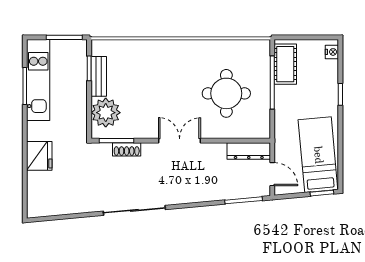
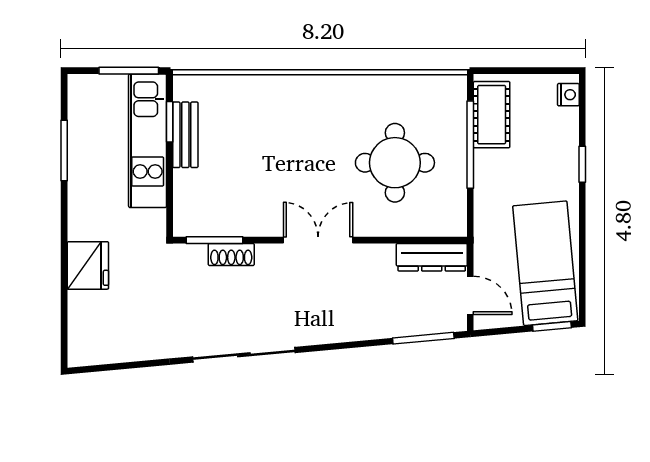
kitchen unit: (38, 80) -> (148, 141), moved, turned 180
plant: (106, 113) -> (197, 194), removed

